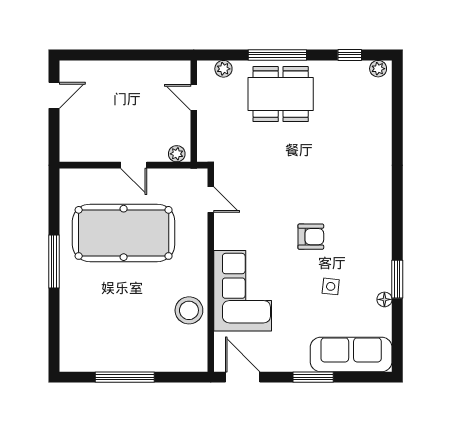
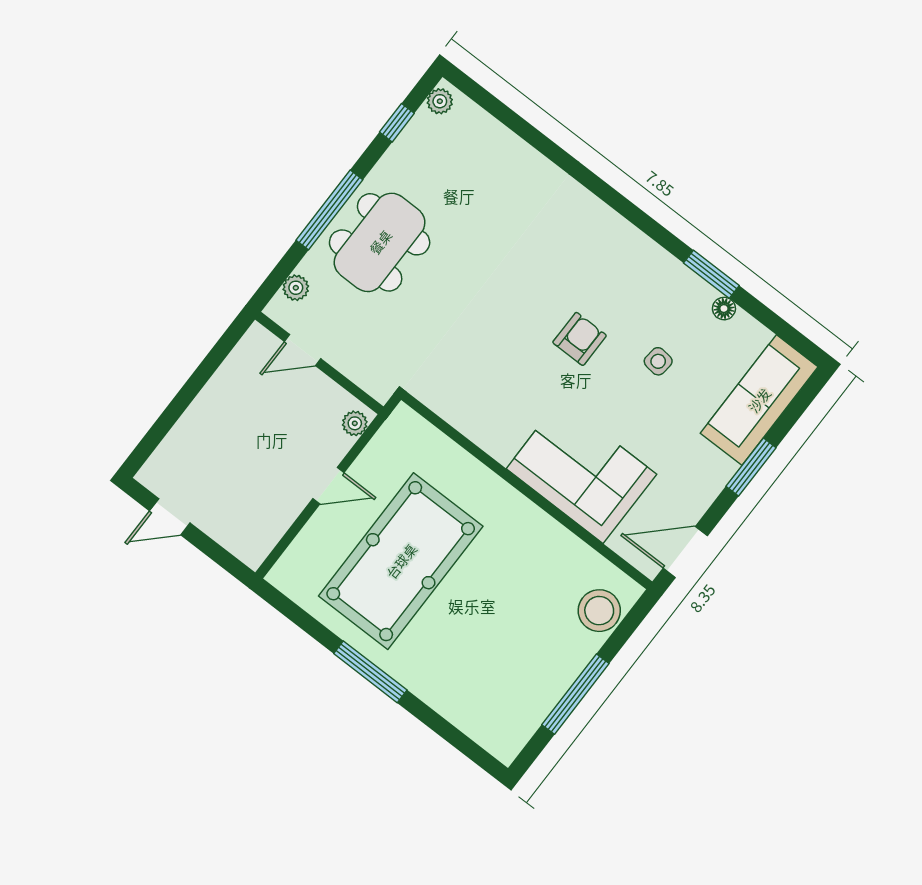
door: (54, 95) -> (170, 517), swing flipped
door: (211, 200) -> (442, 425), removed
stool: (189, 310) -> (599, 611), moved

